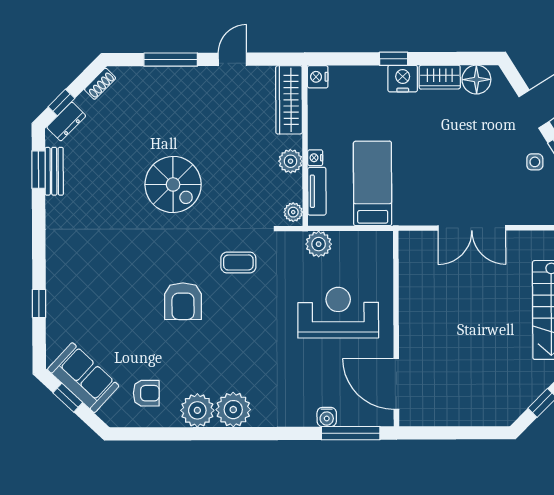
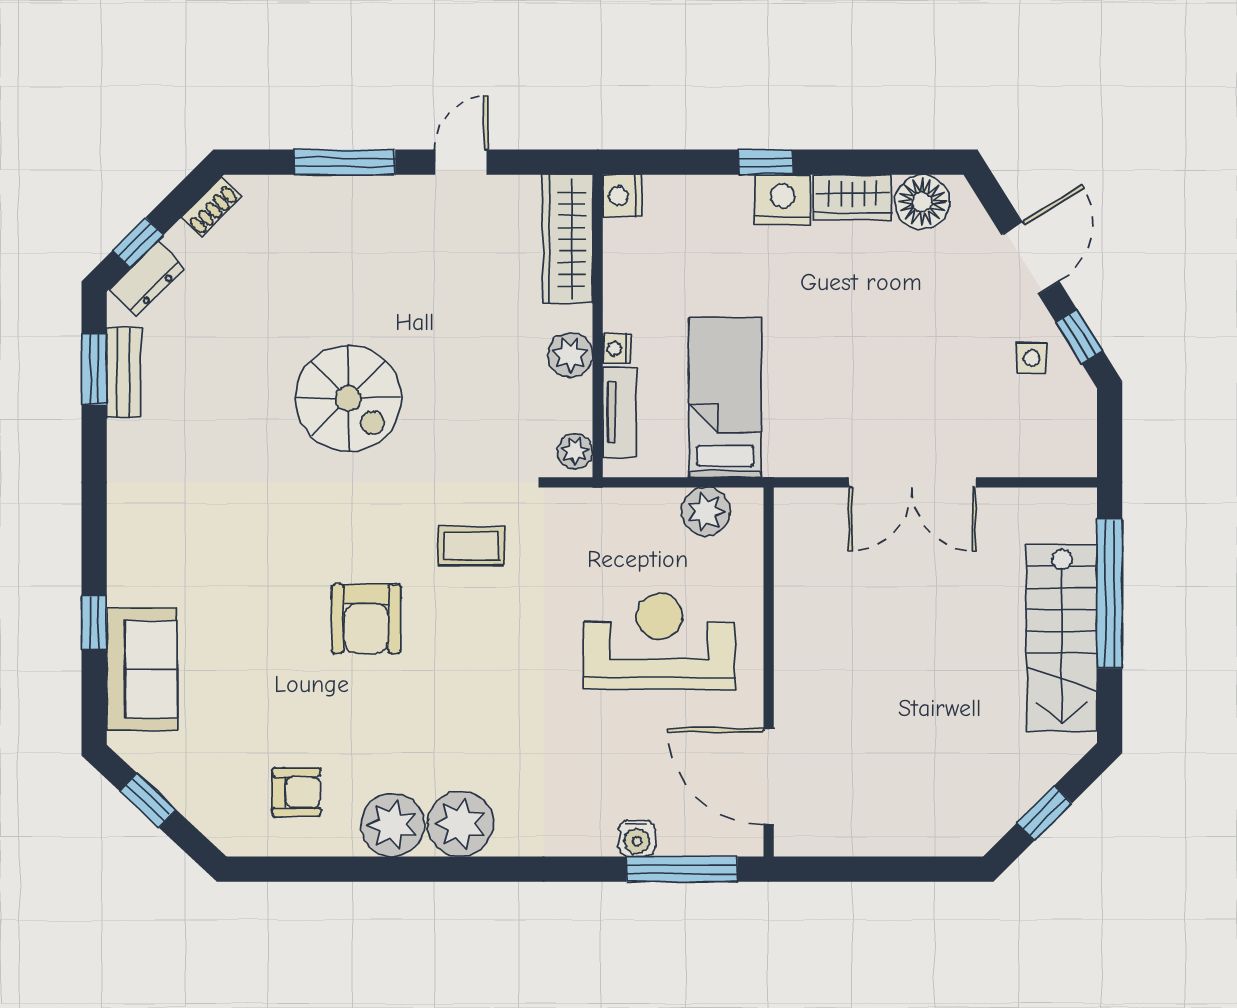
plant: (319, 244) -> (706, 512), moved
sofa: (83, 378) -> (142, 669), moved, turned 47

